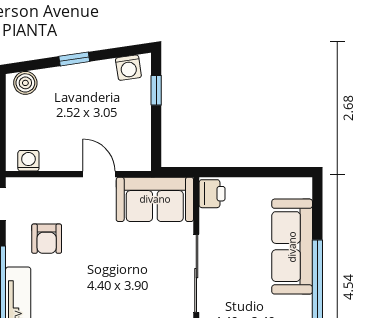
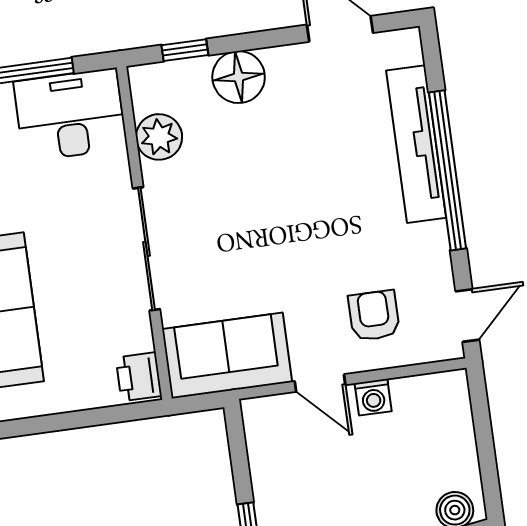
washing machine: (28, 161) -> (373, 397), moved
armchair: (47, 239) -> (374, 316), moved

